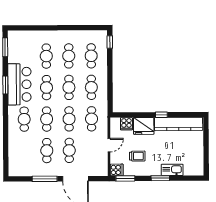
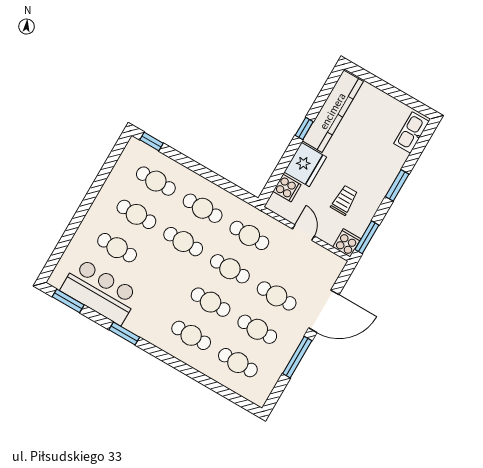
bar counter: (19, 84) -> (100, 291), moved
cafe table: (46, 88) -> (238, 363), moved
kitchen sink: (172, 170) -> (411, 132), moved

